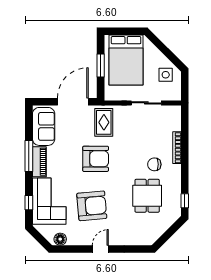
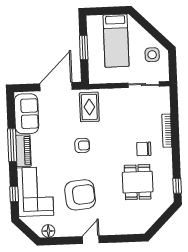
bed: (126, 60) -> (116, 41), width x0.67
sliding door: (146, 103) -> (144, 85), moved
armchair: (96, 159) -> (82, 145), width x0.53, depth x0.53

